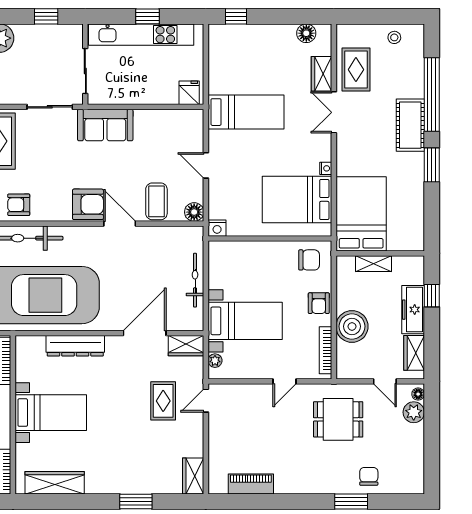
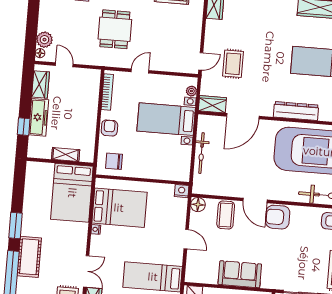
sofa: (105, 125) -> (240, 274), moved
boiler: (352, 326) -> (86, 108), removed
dining table: (338, 419) -> (115, 29), moved, turned 90

